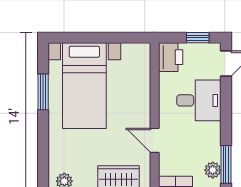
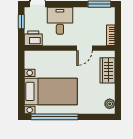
window: (43, 92) -> (55, 117), width x2.11
plant: (213, 170) -> (103, 12), removed

